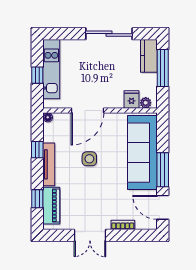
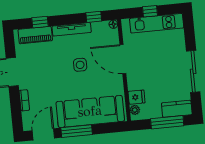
window: (37, 150) -> (94, 17), moved

